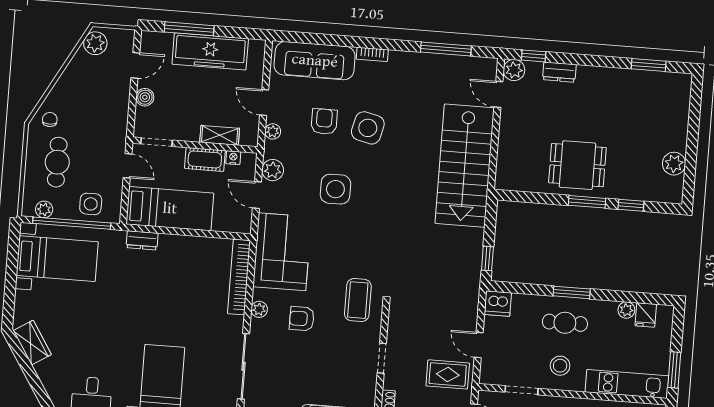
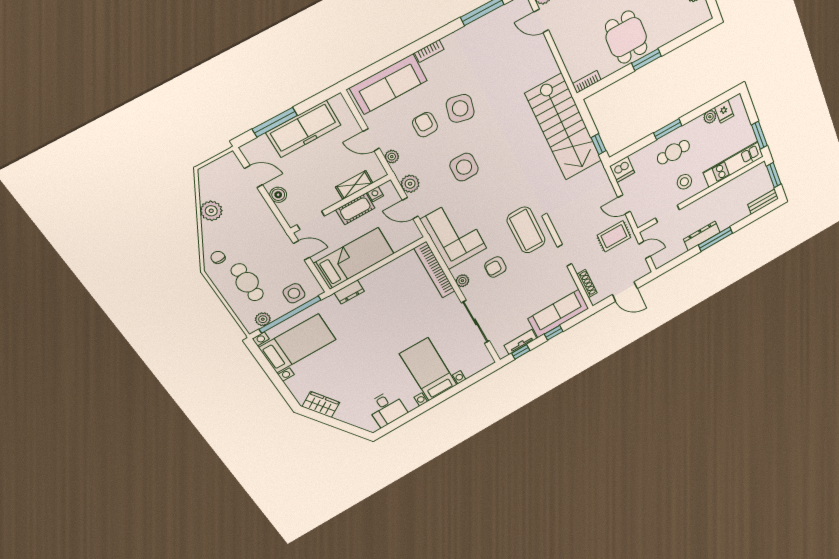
plant: (95, 43) -> (211, 211), moved
door: (135, 65) -> (253, 177), hinge flipped
dining table: (577, 165) -> (626, 37), turned 90
stairs: (465, 166) -> (564, 127), moved
bookcase: (511, 184) -> (587, 82), added
window: (631, 205) -> (678, 42), removed
coffee table: (358, 300) -> (526, 230), width x1.36, depth x1.32

